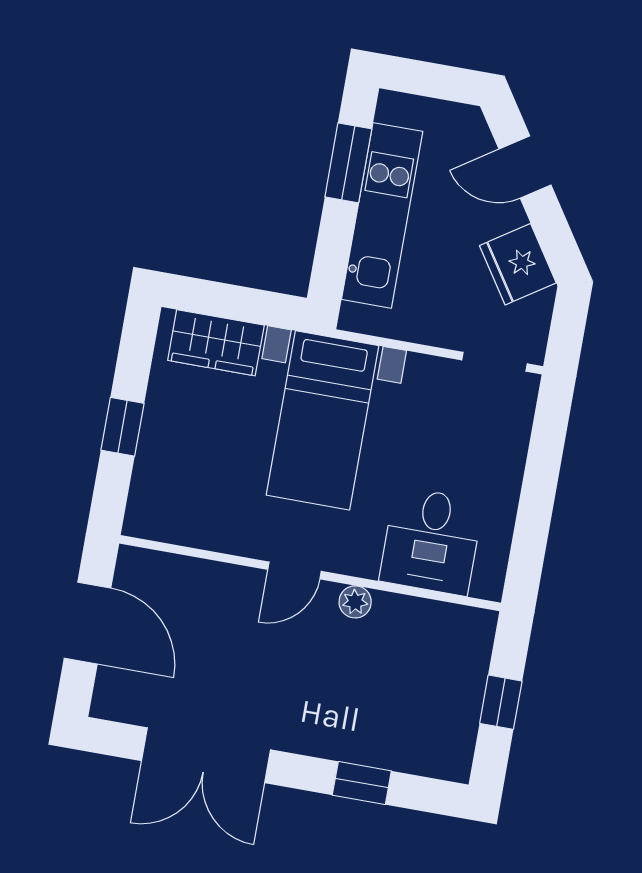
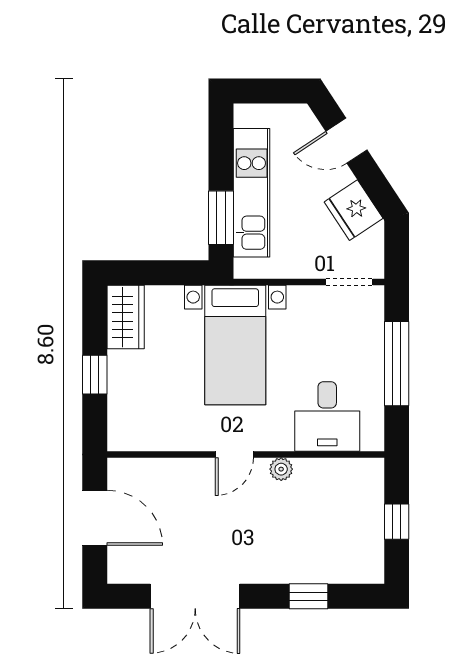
window: (348, 163) -> (221, 218), moved
wardrobe: (216, 343) -> (126, 317), moved, turned -90
window: (539, 485) -> (397, 364), added

